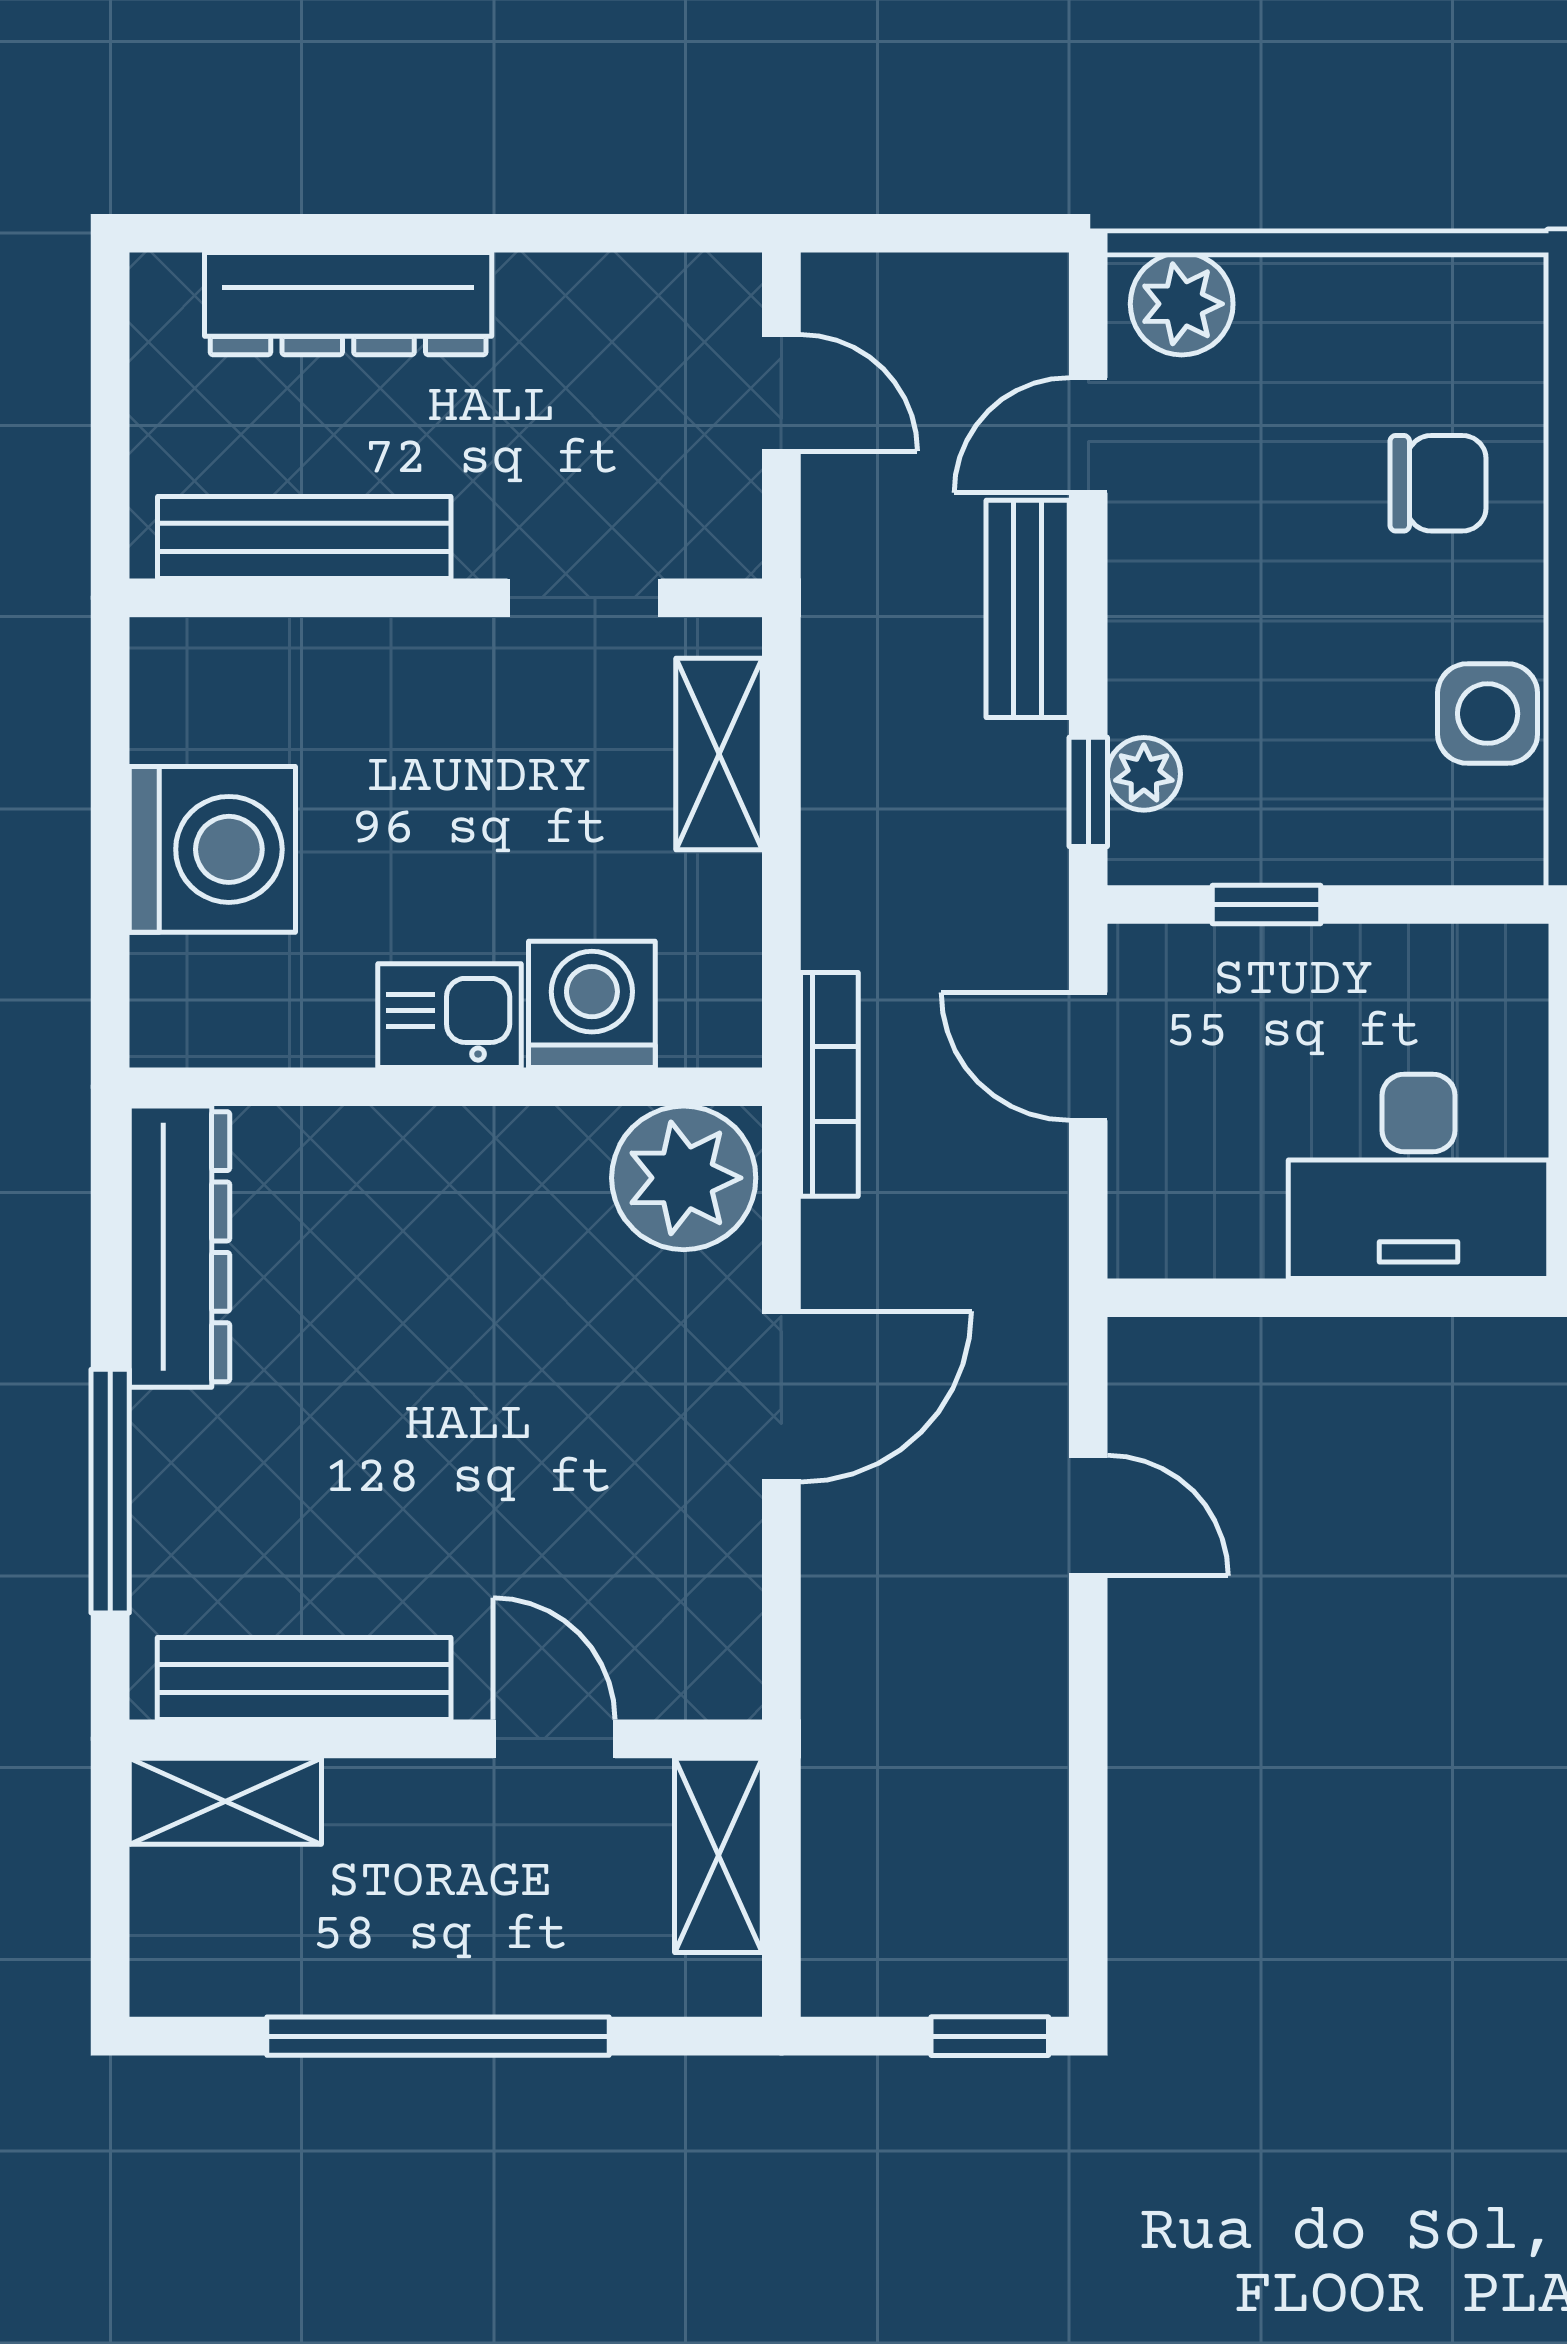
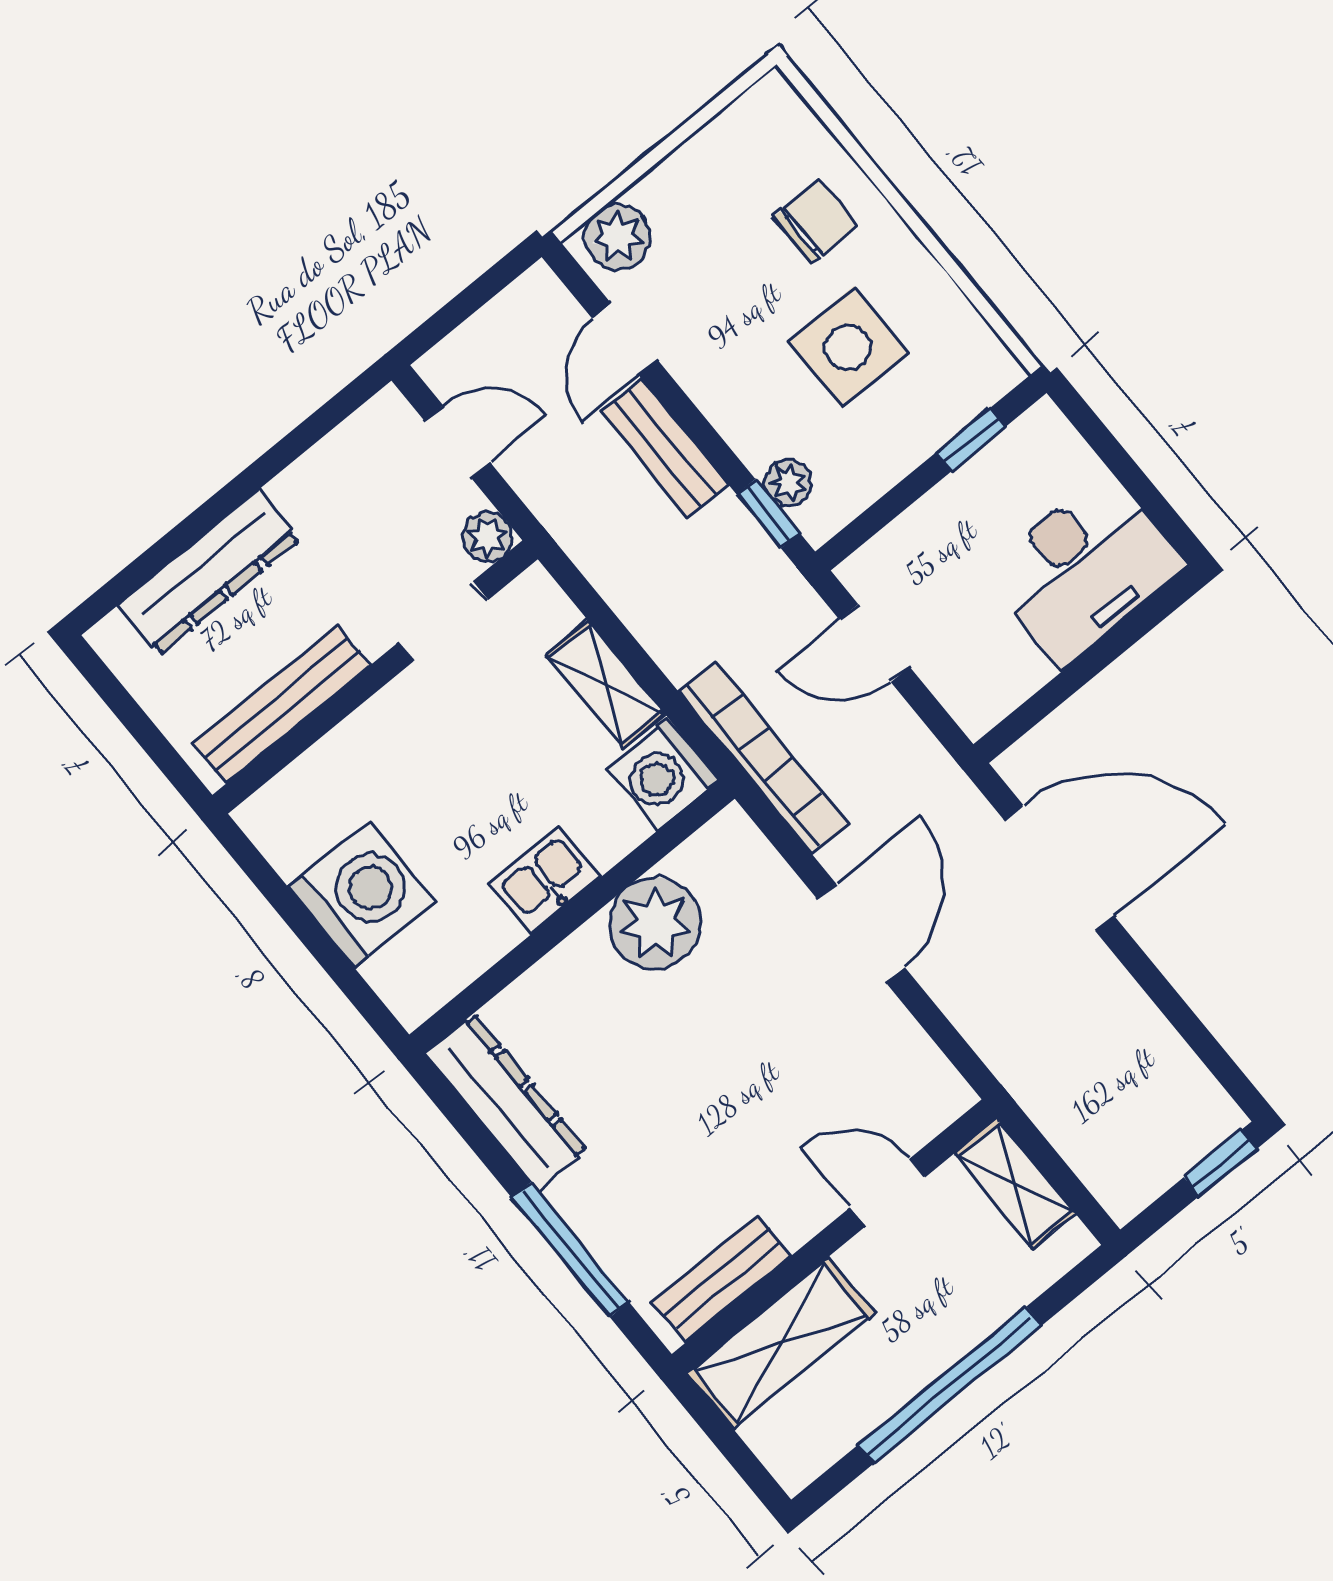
plant: (723, 539) -> (487, 537), added
side table: (1488, 714) -> (848, 347), moved, width x1.37, depth x1.37
shelving: (719, 754) -> (606, 685), moved
window: (1267, 905) -> (971, 440), moved
washing machine: (592, 1004) -> (663, 774), moved, turned -90
bookcase: (829, 1084) -> (763, 758), width x1.48, depth x1.31
plant: (684, 1178) -> (655, 923), moved
door: (1088, 1515) -> (1059, 868), width x1.88
bench: (304, 1679) -> (722, 1279), width x0.73
shelving: (225, 1801) -> (781, 1343), width x1.50, depth x1.33

